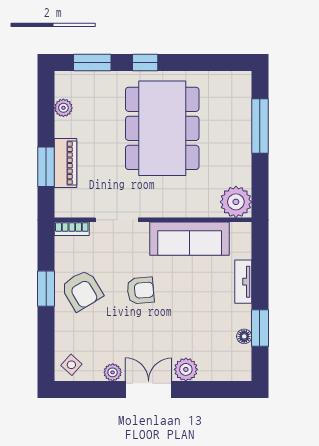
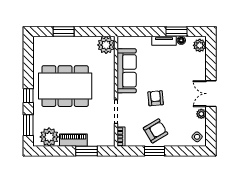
plant: (63, 108) -> (49, 137), width x1.88, depth x1.88
window: (260, 126) -> (64, 32), width x0.69
piano: (65, 163) -> (73, 140), moved
tv unit: (243, 282) -> (164, 41), moved
plant: (186, 369) -> (200, 45), moved

